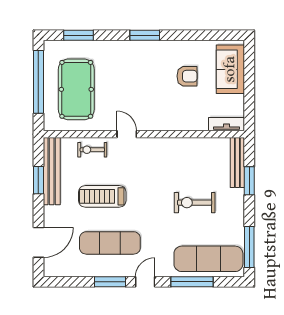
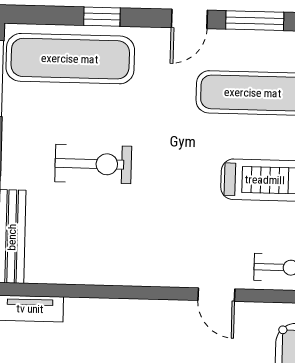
window: (192, 282) -> (102, 17), width x0.46

